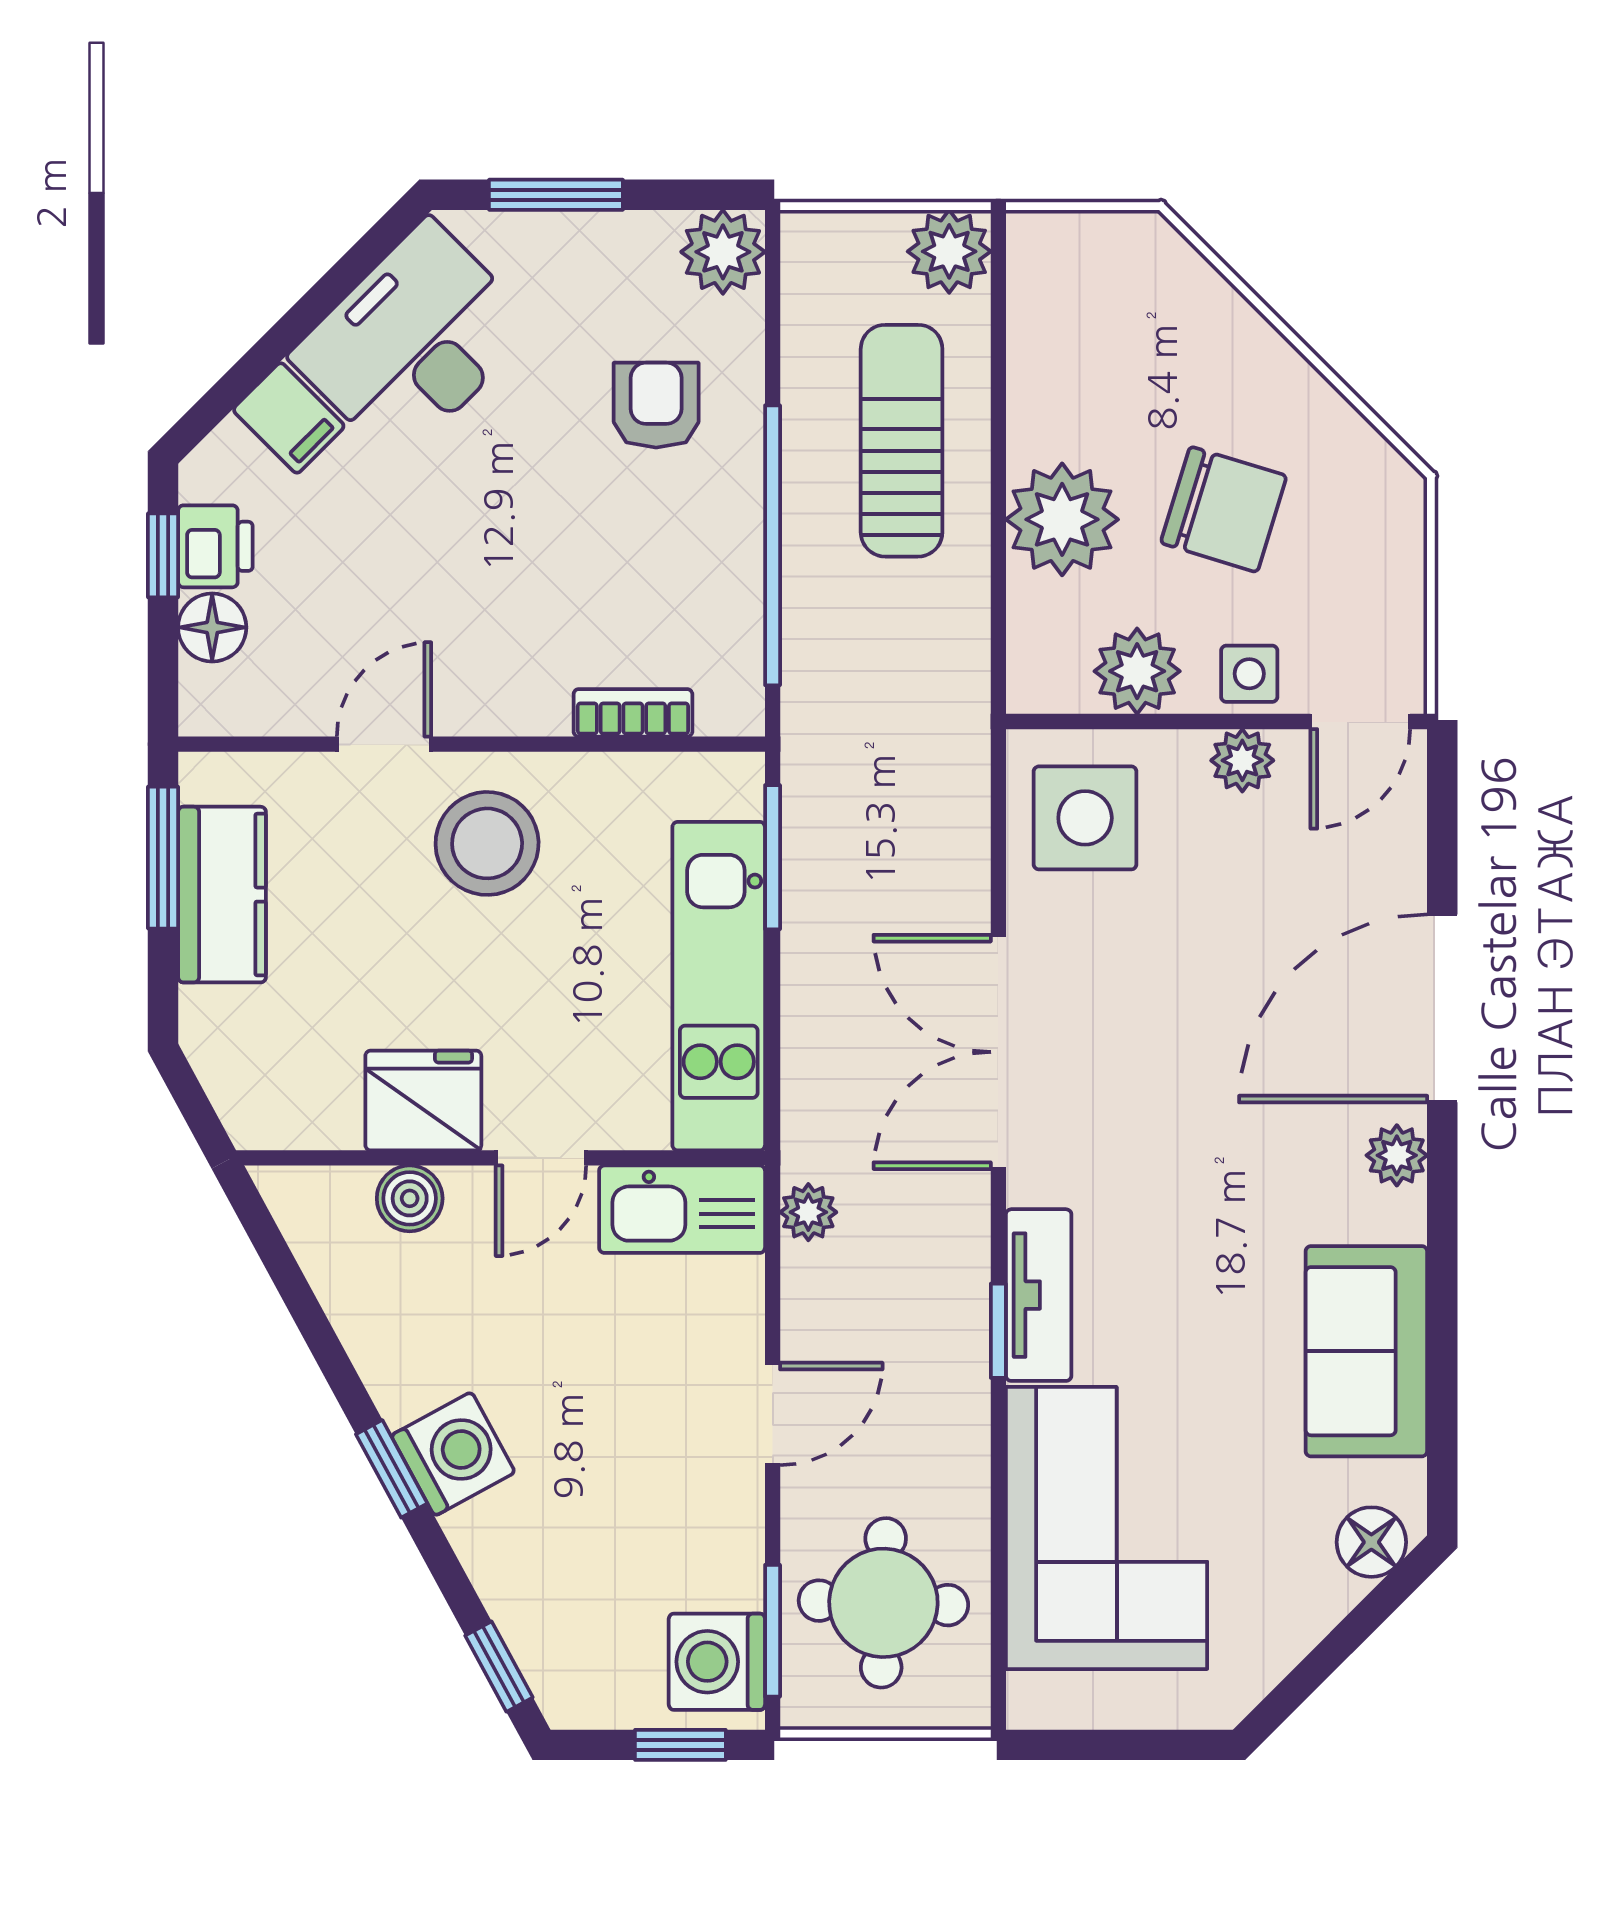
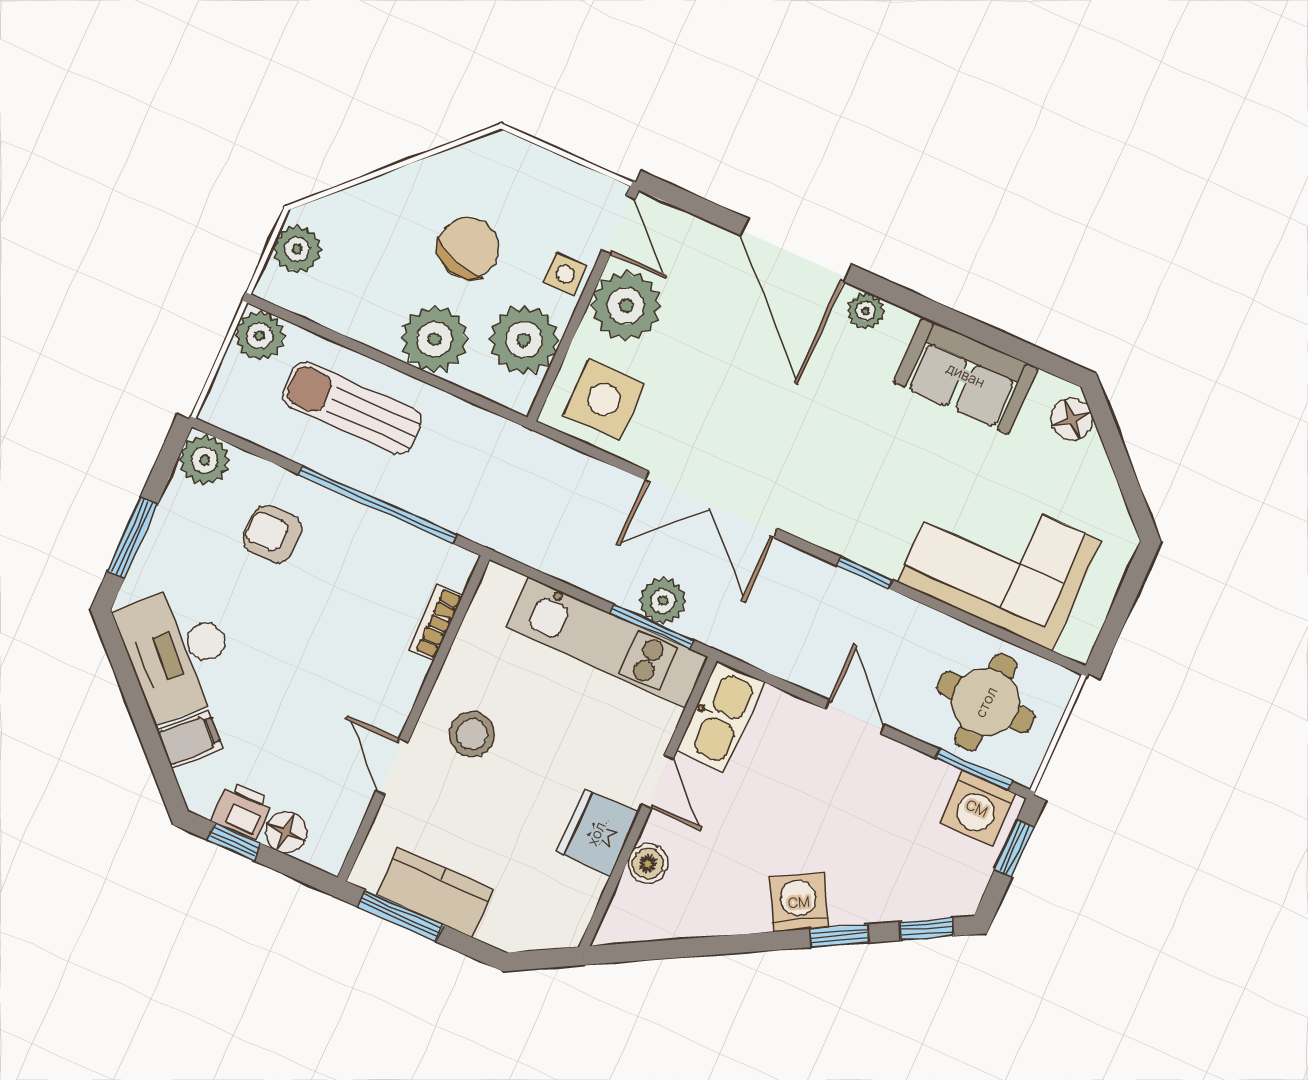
plant: (1106, 250) -> (297, 249), added
plant: (1137, 671) -> (524, 340), width x1.36, depth x1.36
plant: (1242, 760) -> (626, 306), width x1.87, depth x1.87
stool: (487, 843) -> (472, 734), width x0.73, depth x0.73
window: (773, 857) -> (652, 627), moved
plant: (808, 1212) -> (663, 601), moved, width x1.38, depth x1.38
tv unit: (1039, 1295) -> (855, 542), removed
window: (392, 1469) -> (839, 936), moved

